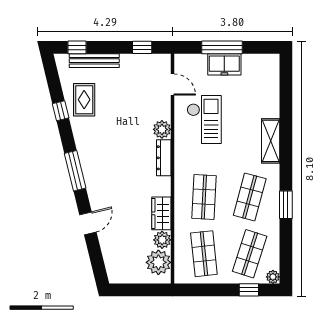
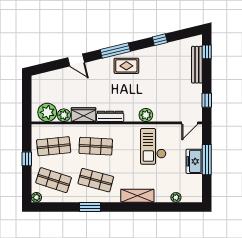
door: (173, 85) -> (190, 123), moved
plant: (273, 89) -> (176, 197), added
rug: (84, 100) -> (126, 66), moved
checkout: (204, 119) -> (153, 146), turned 90
dresser: (164, 158) -> (110, 116), moved
window: (249, 290) -> (27, 159), moved

